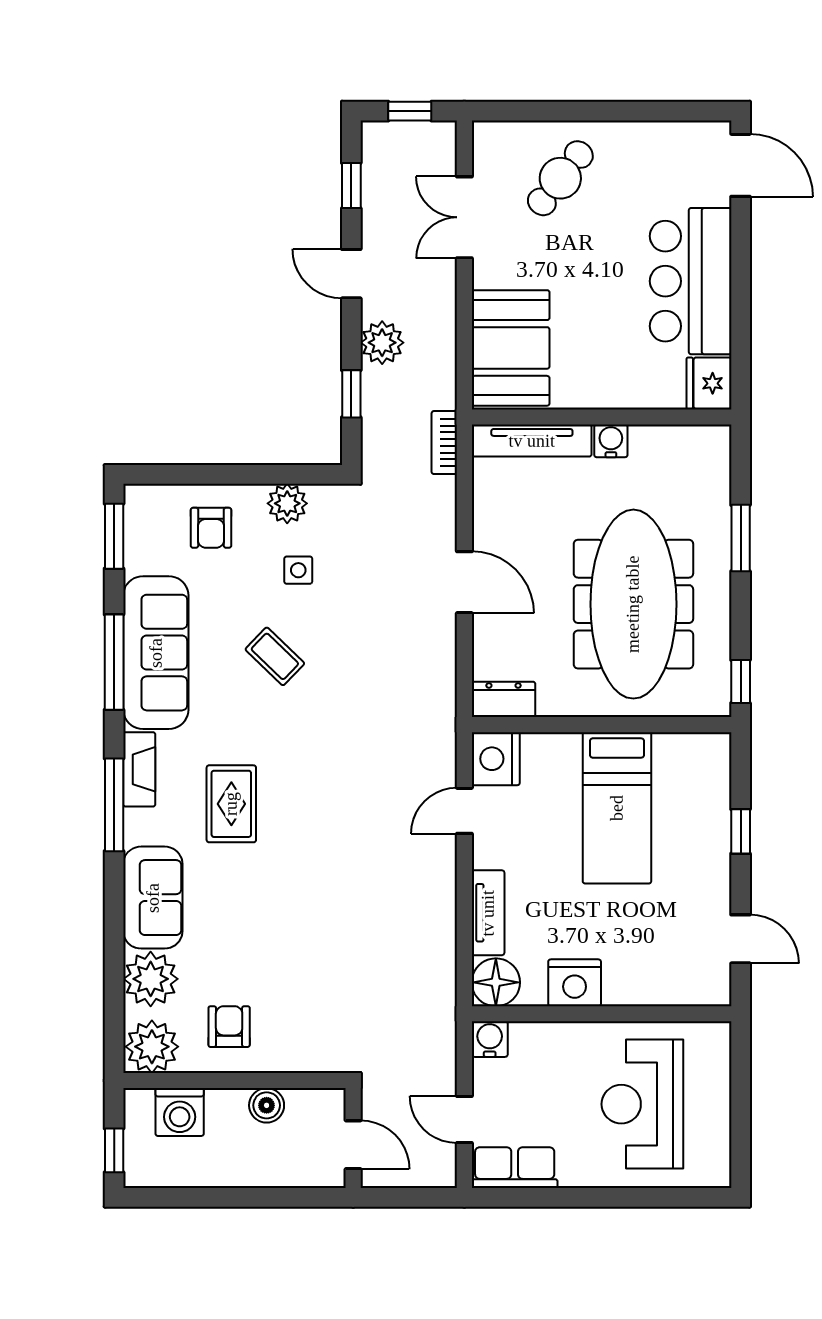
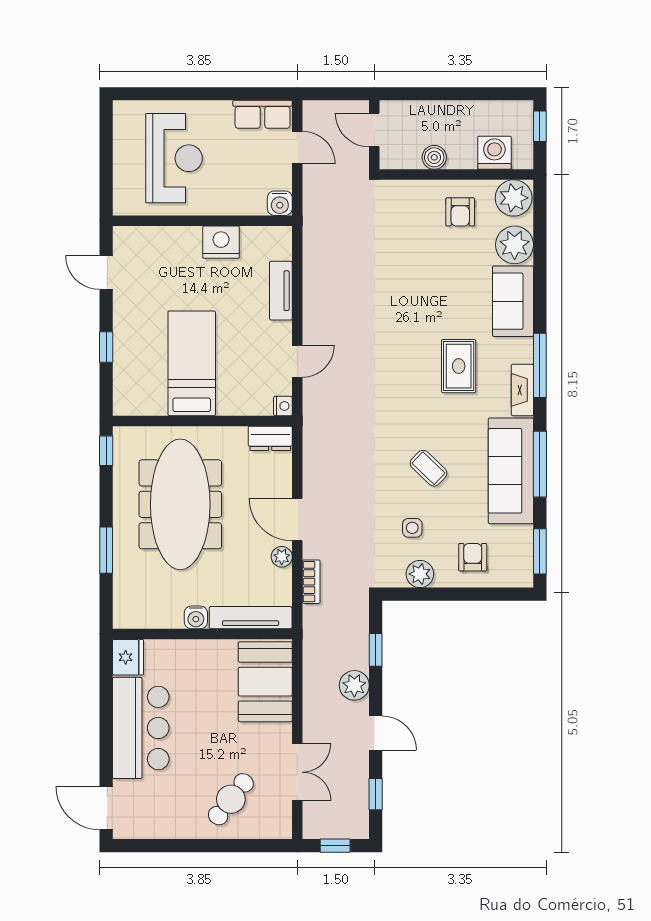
bookcase: (444, 443) -> (311, 582), moved
plant: (487, 528) -> (282, 557), added
nightstand: (496, 759) -> (283, 406), width x0.53, depth x0.56
floor lamp: (496, 982) -> (276, 243), removed

